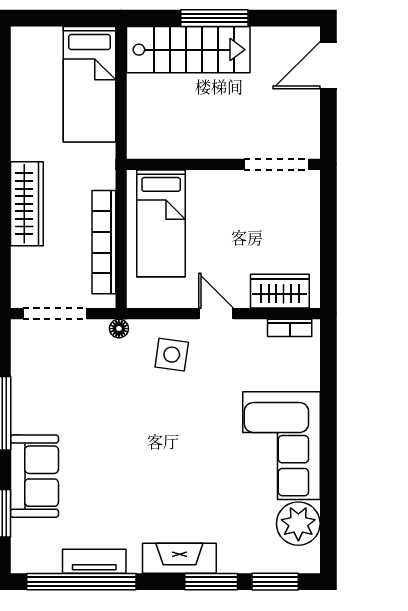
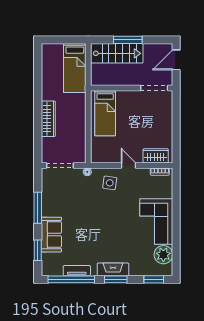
wall: (223, 164) -> (132, 88), moved
doorway: (277, 164) -> (154, 88), moved
bed: (161, 223) -> (105, 113), moved
bookcase: (104, 242) -> (81, 135), removed
window: (211, 582) -> (116, 279), moved

